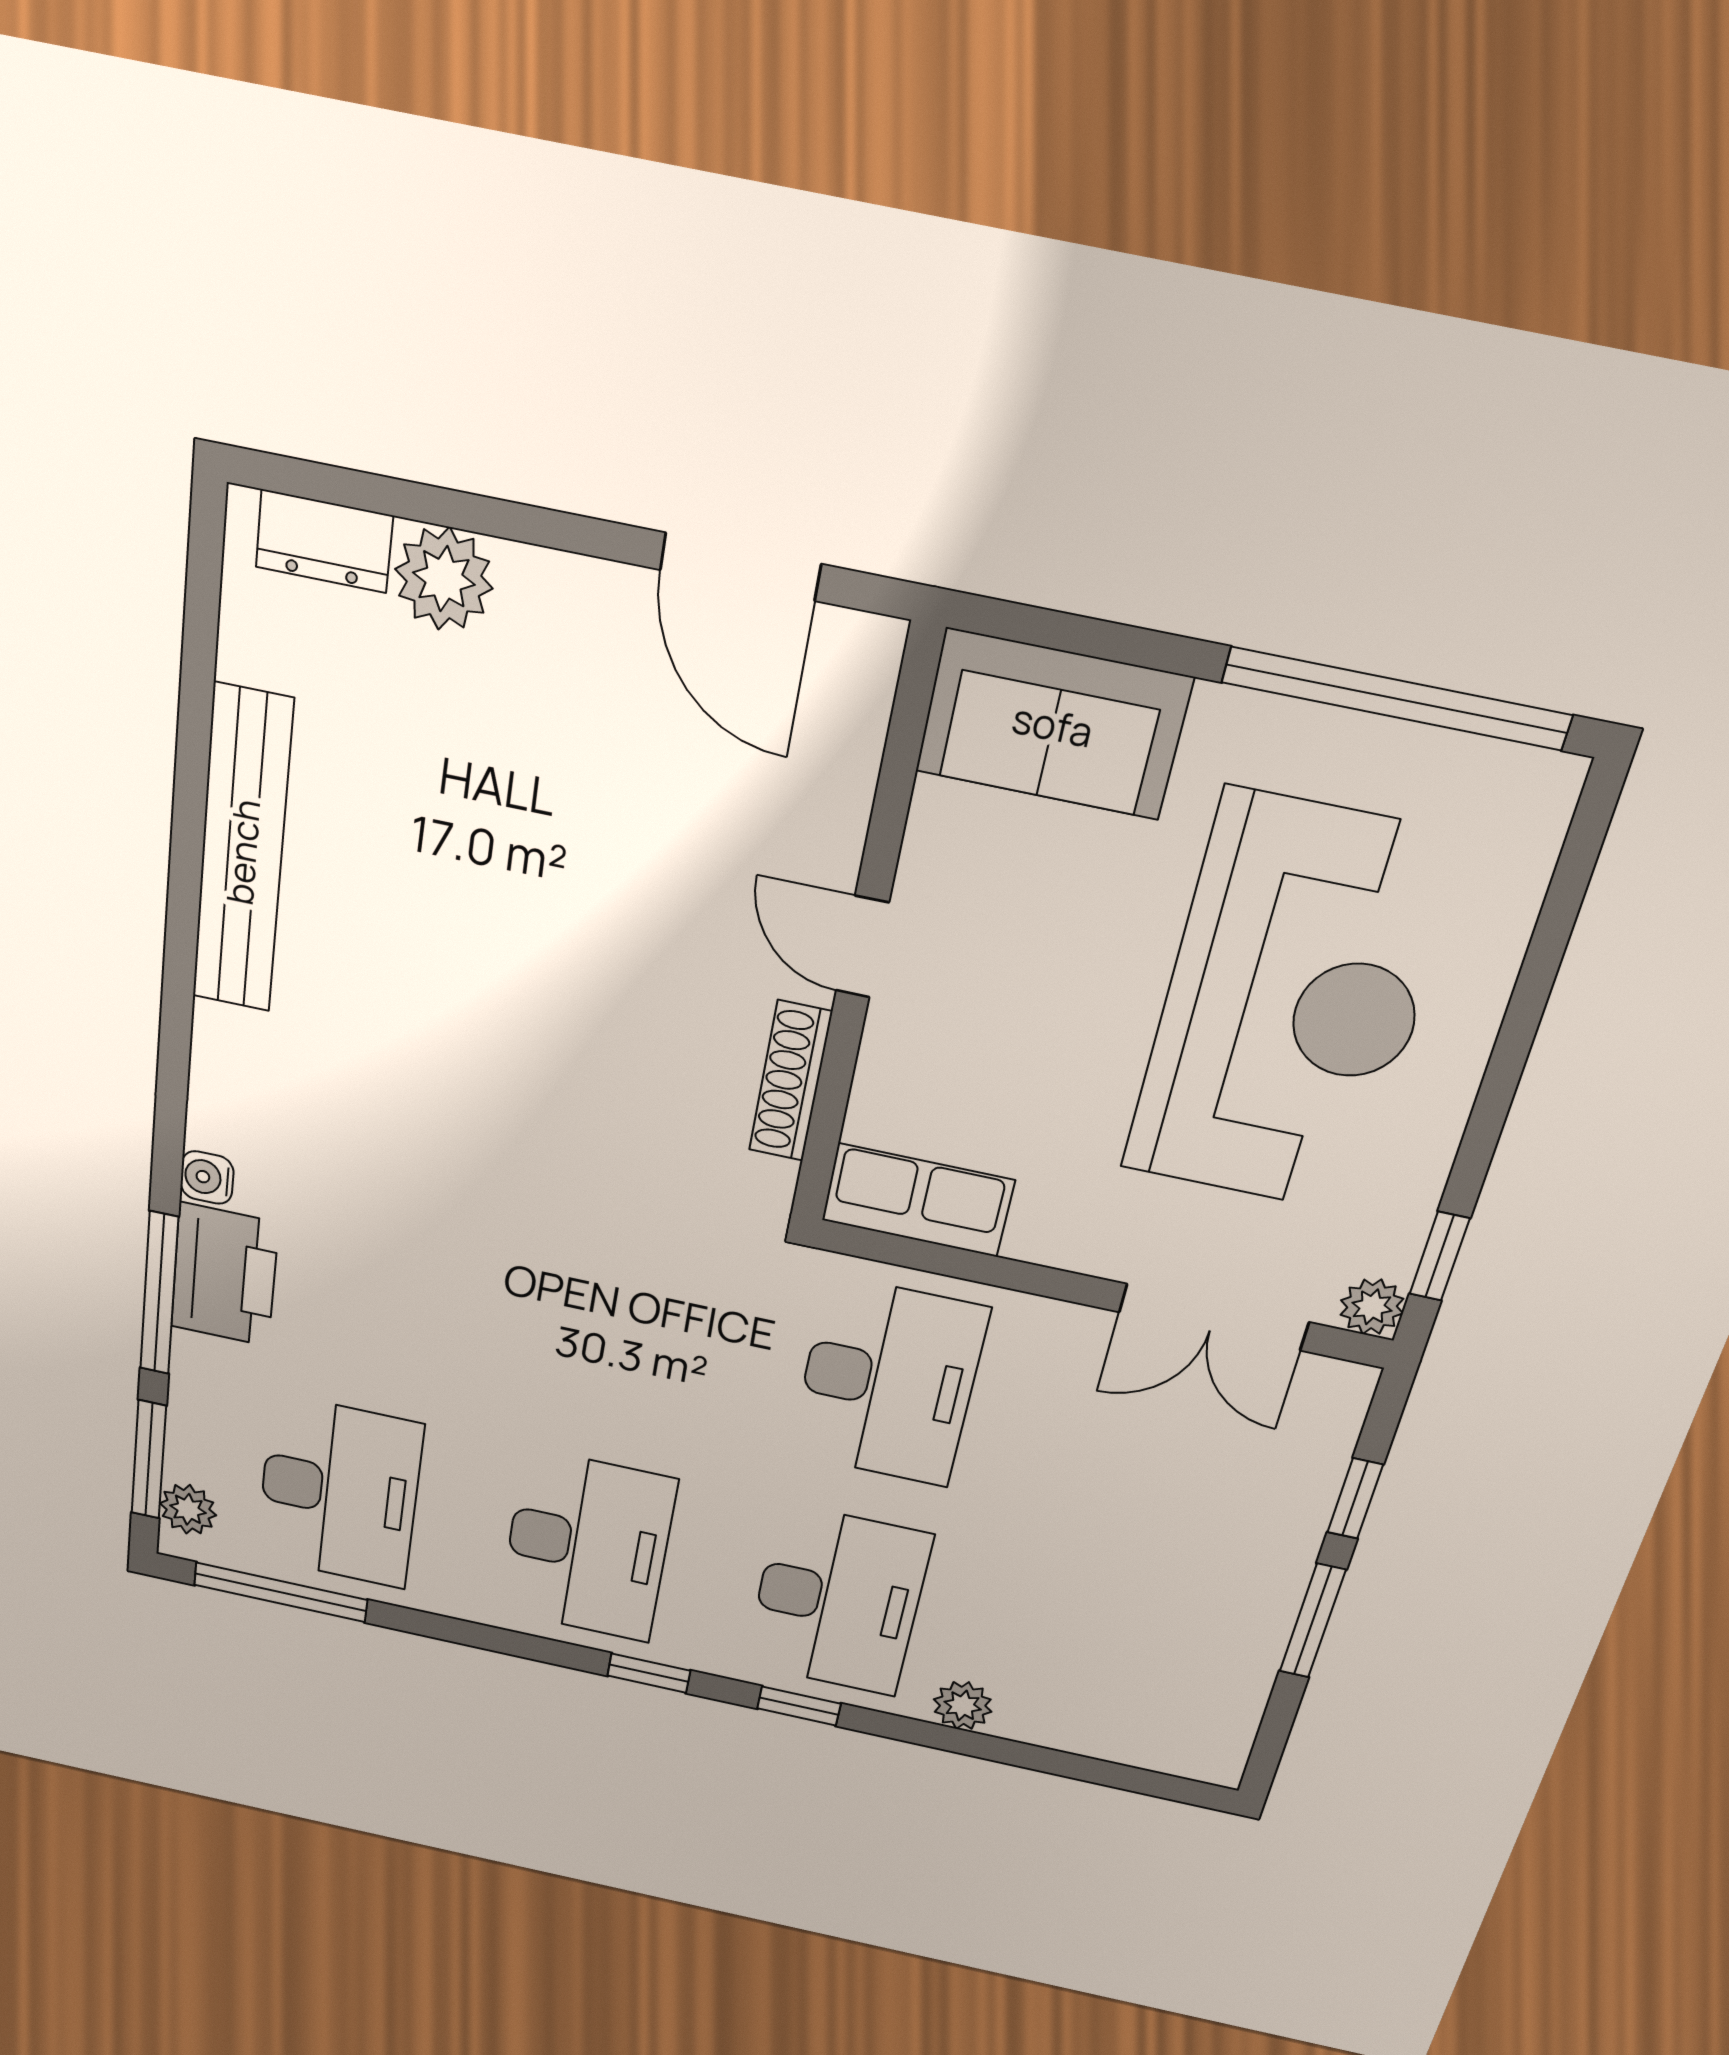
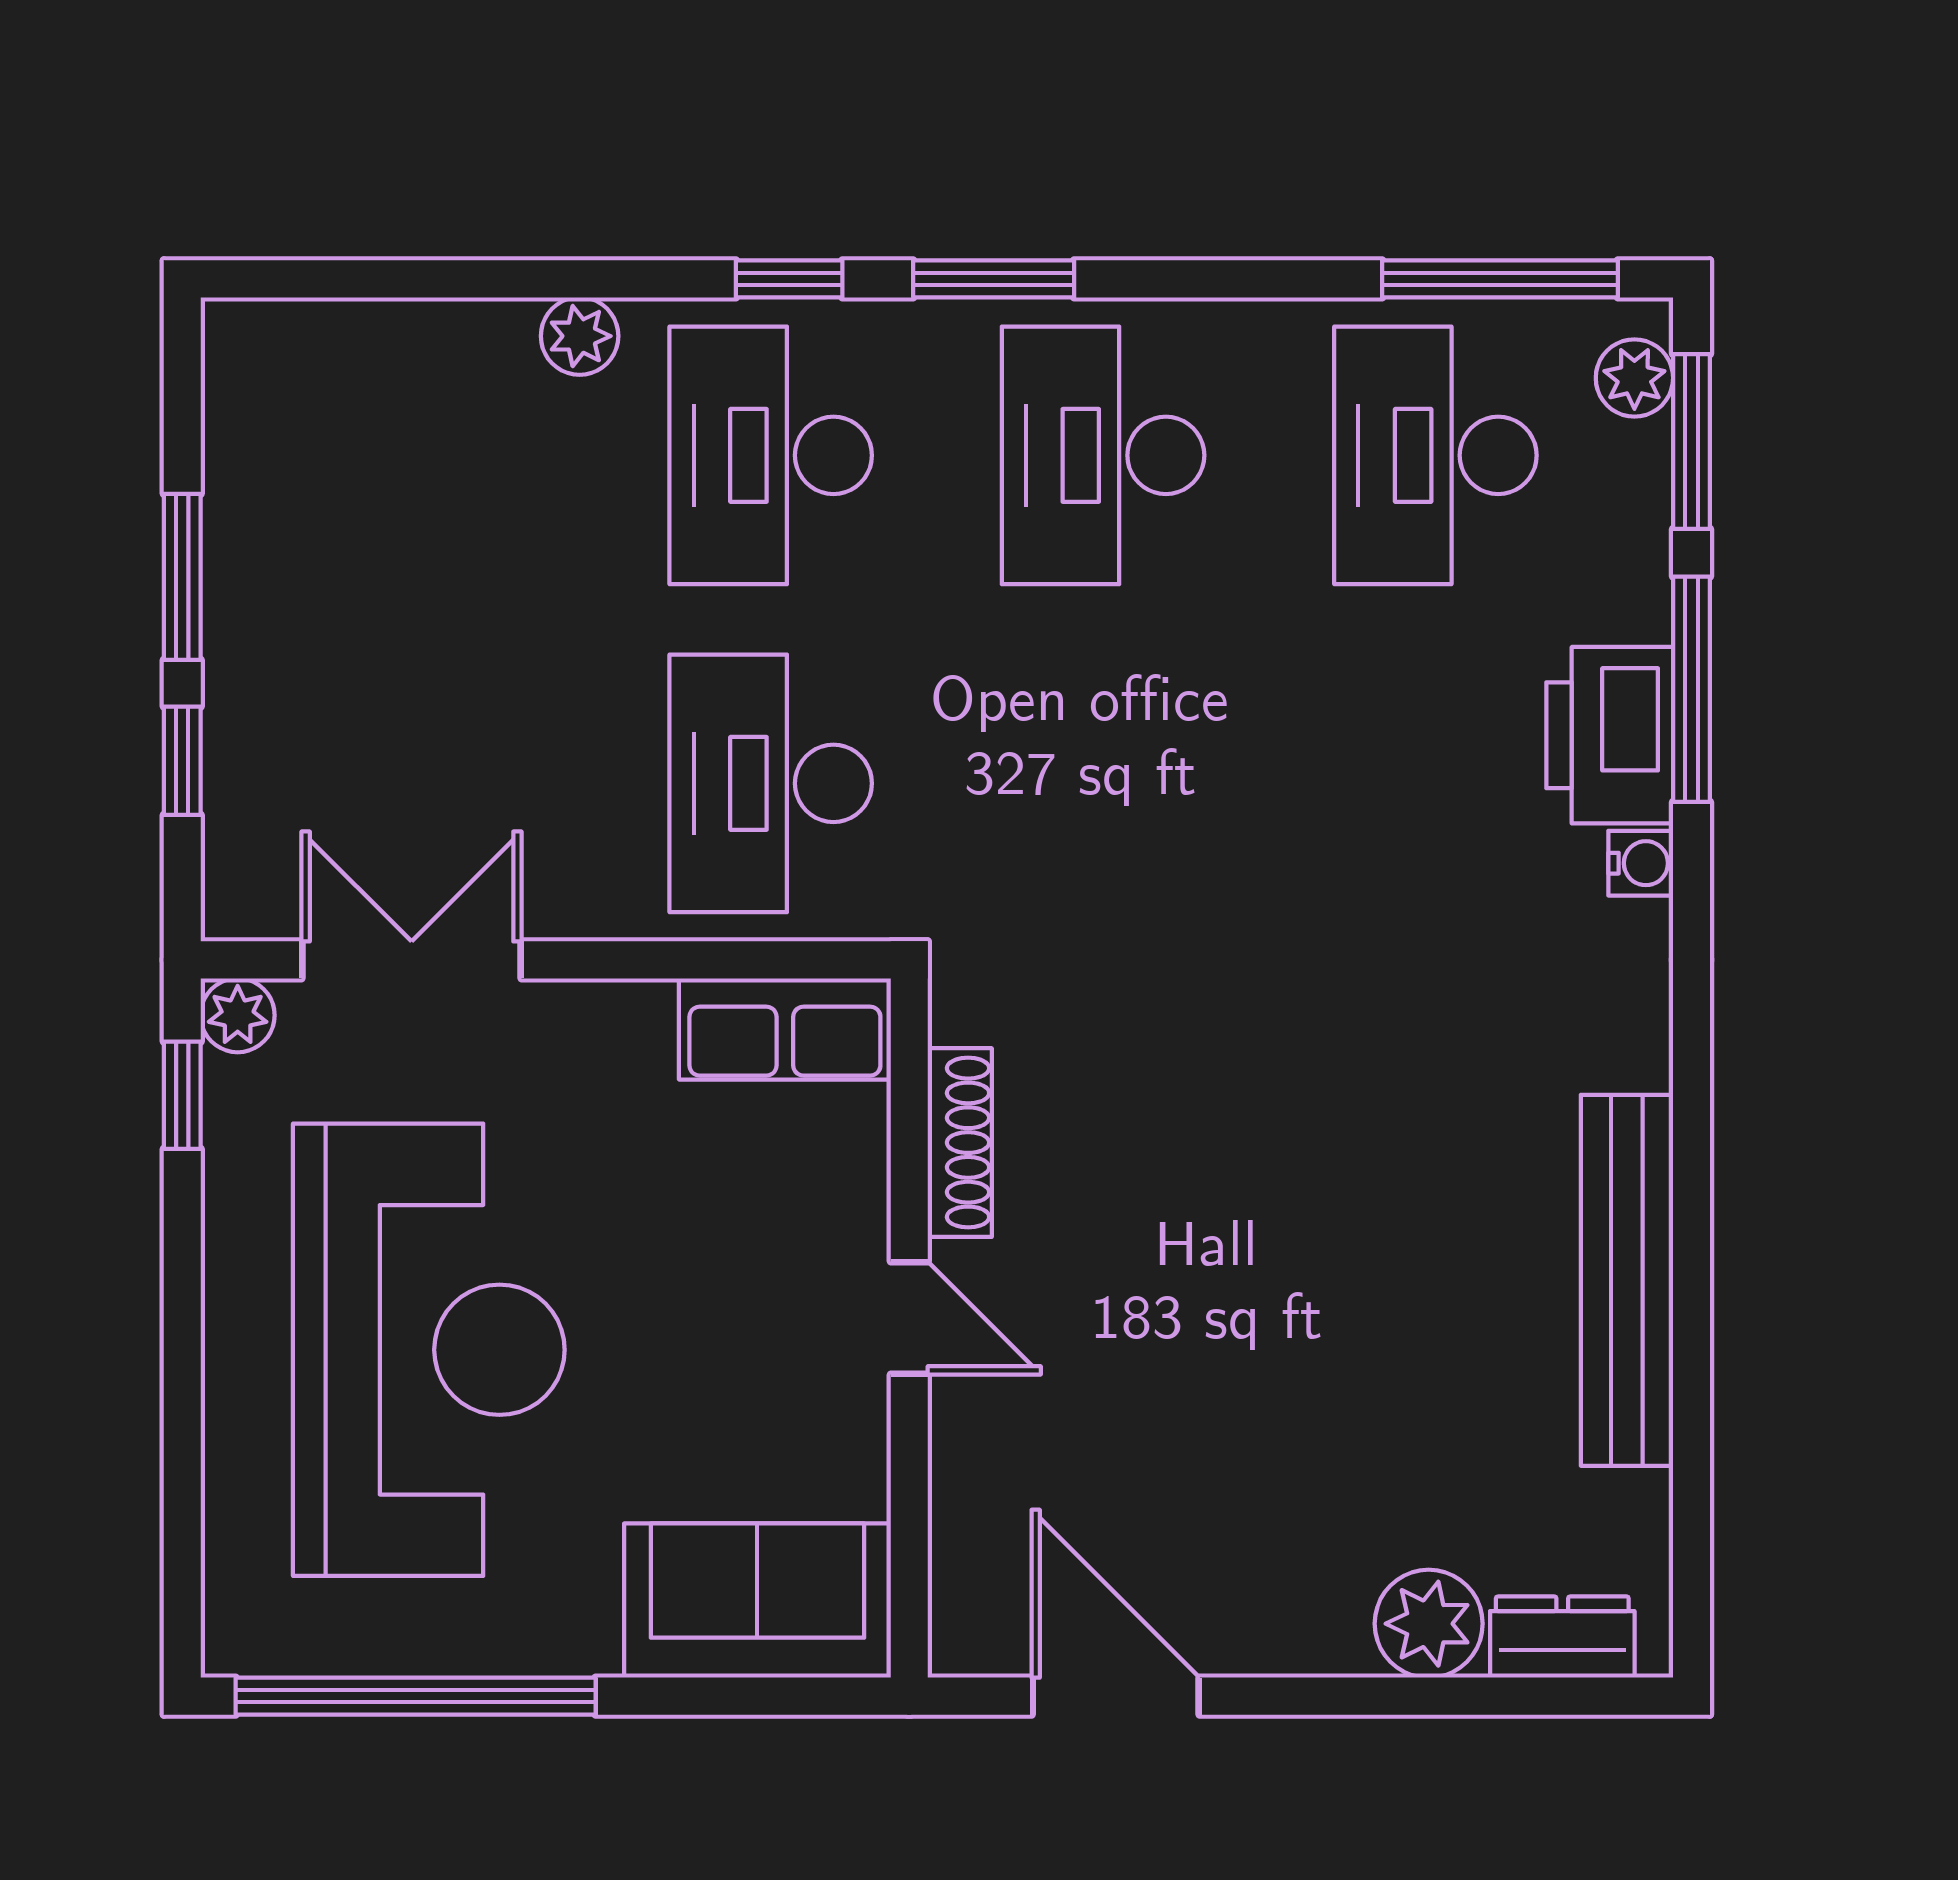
reception desk: (1291, 1007) -> (429, 1350), turned 180
window: (649, 1673) -> (994, 279), width x1.50

